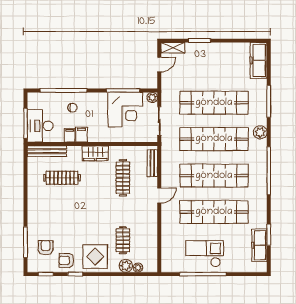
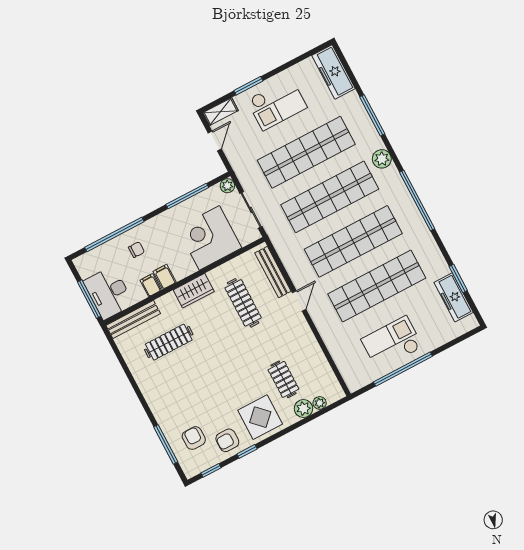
checkout: (212, 62) -> (277, 104), added
corner desk: (125, 110) -> (209, 238), moved, turned 180
bench: (152, 163) -> (273, 272), width x1.36

